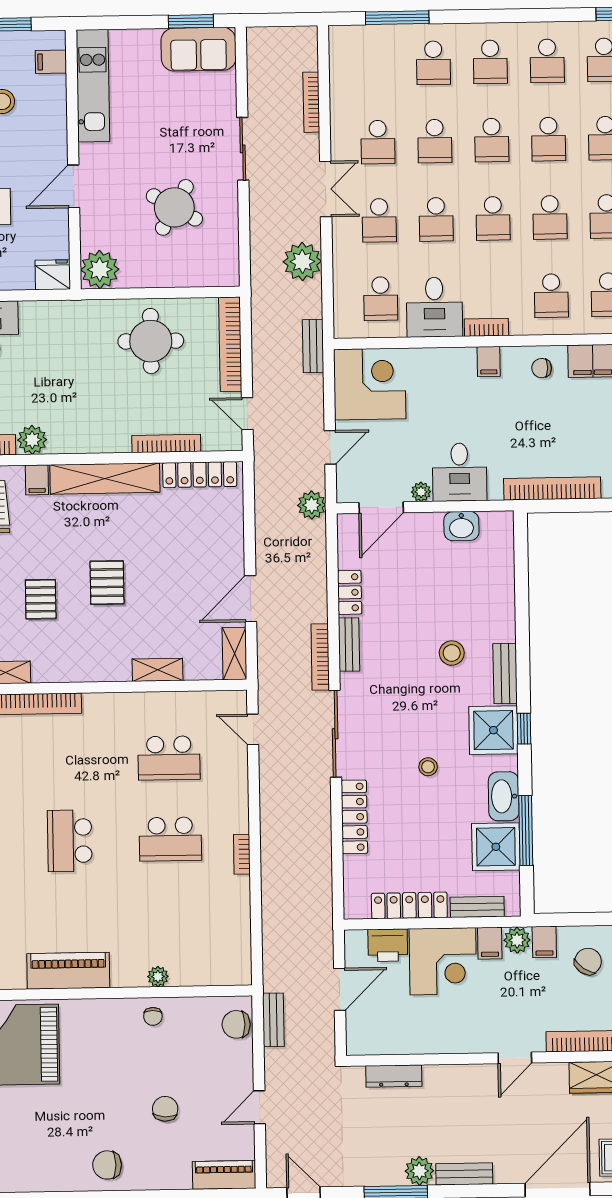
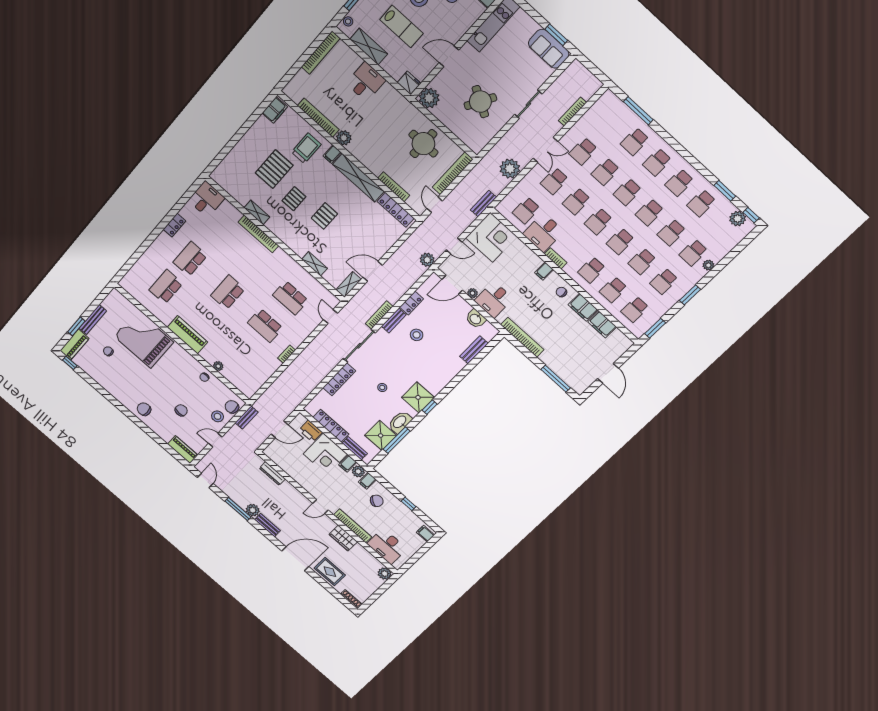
stool: (452, 653) -> (417, 335), moved
bench: (505, 674) -> (474, 350), moved
stool: (228, 1063) -> (218, 416), added

